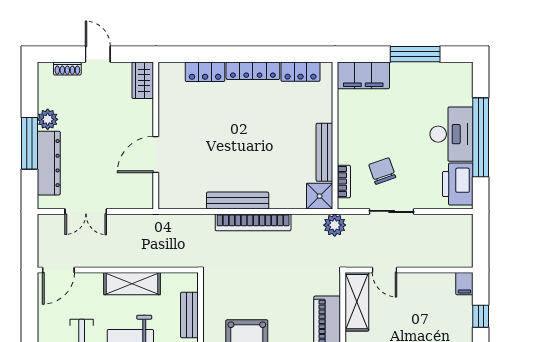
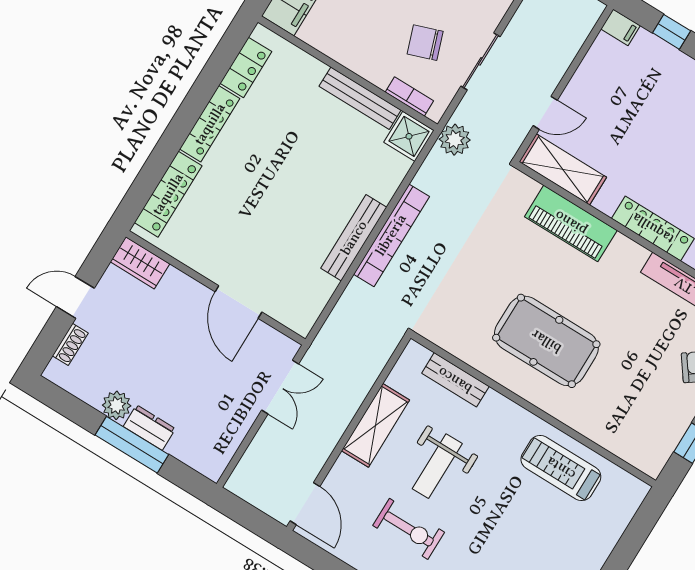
locker: (205, 72) -> (168, 194), width x1.53
dresser: (49, 163) -> (149, 428), width x0.51, depth x0.80
double door: (86, 211) -> (280, 387), moved

